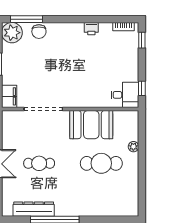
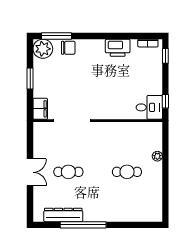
printer: (91, 29) -> (118, 48), width x1.87, depth x1.48
chair: (39, 32) -> (68, 48), turned -90
booth: (91, 125) -> (117, 135), removed
cafe table: (101, 163) -> (127, 172), width x0.73, depth x0.74

